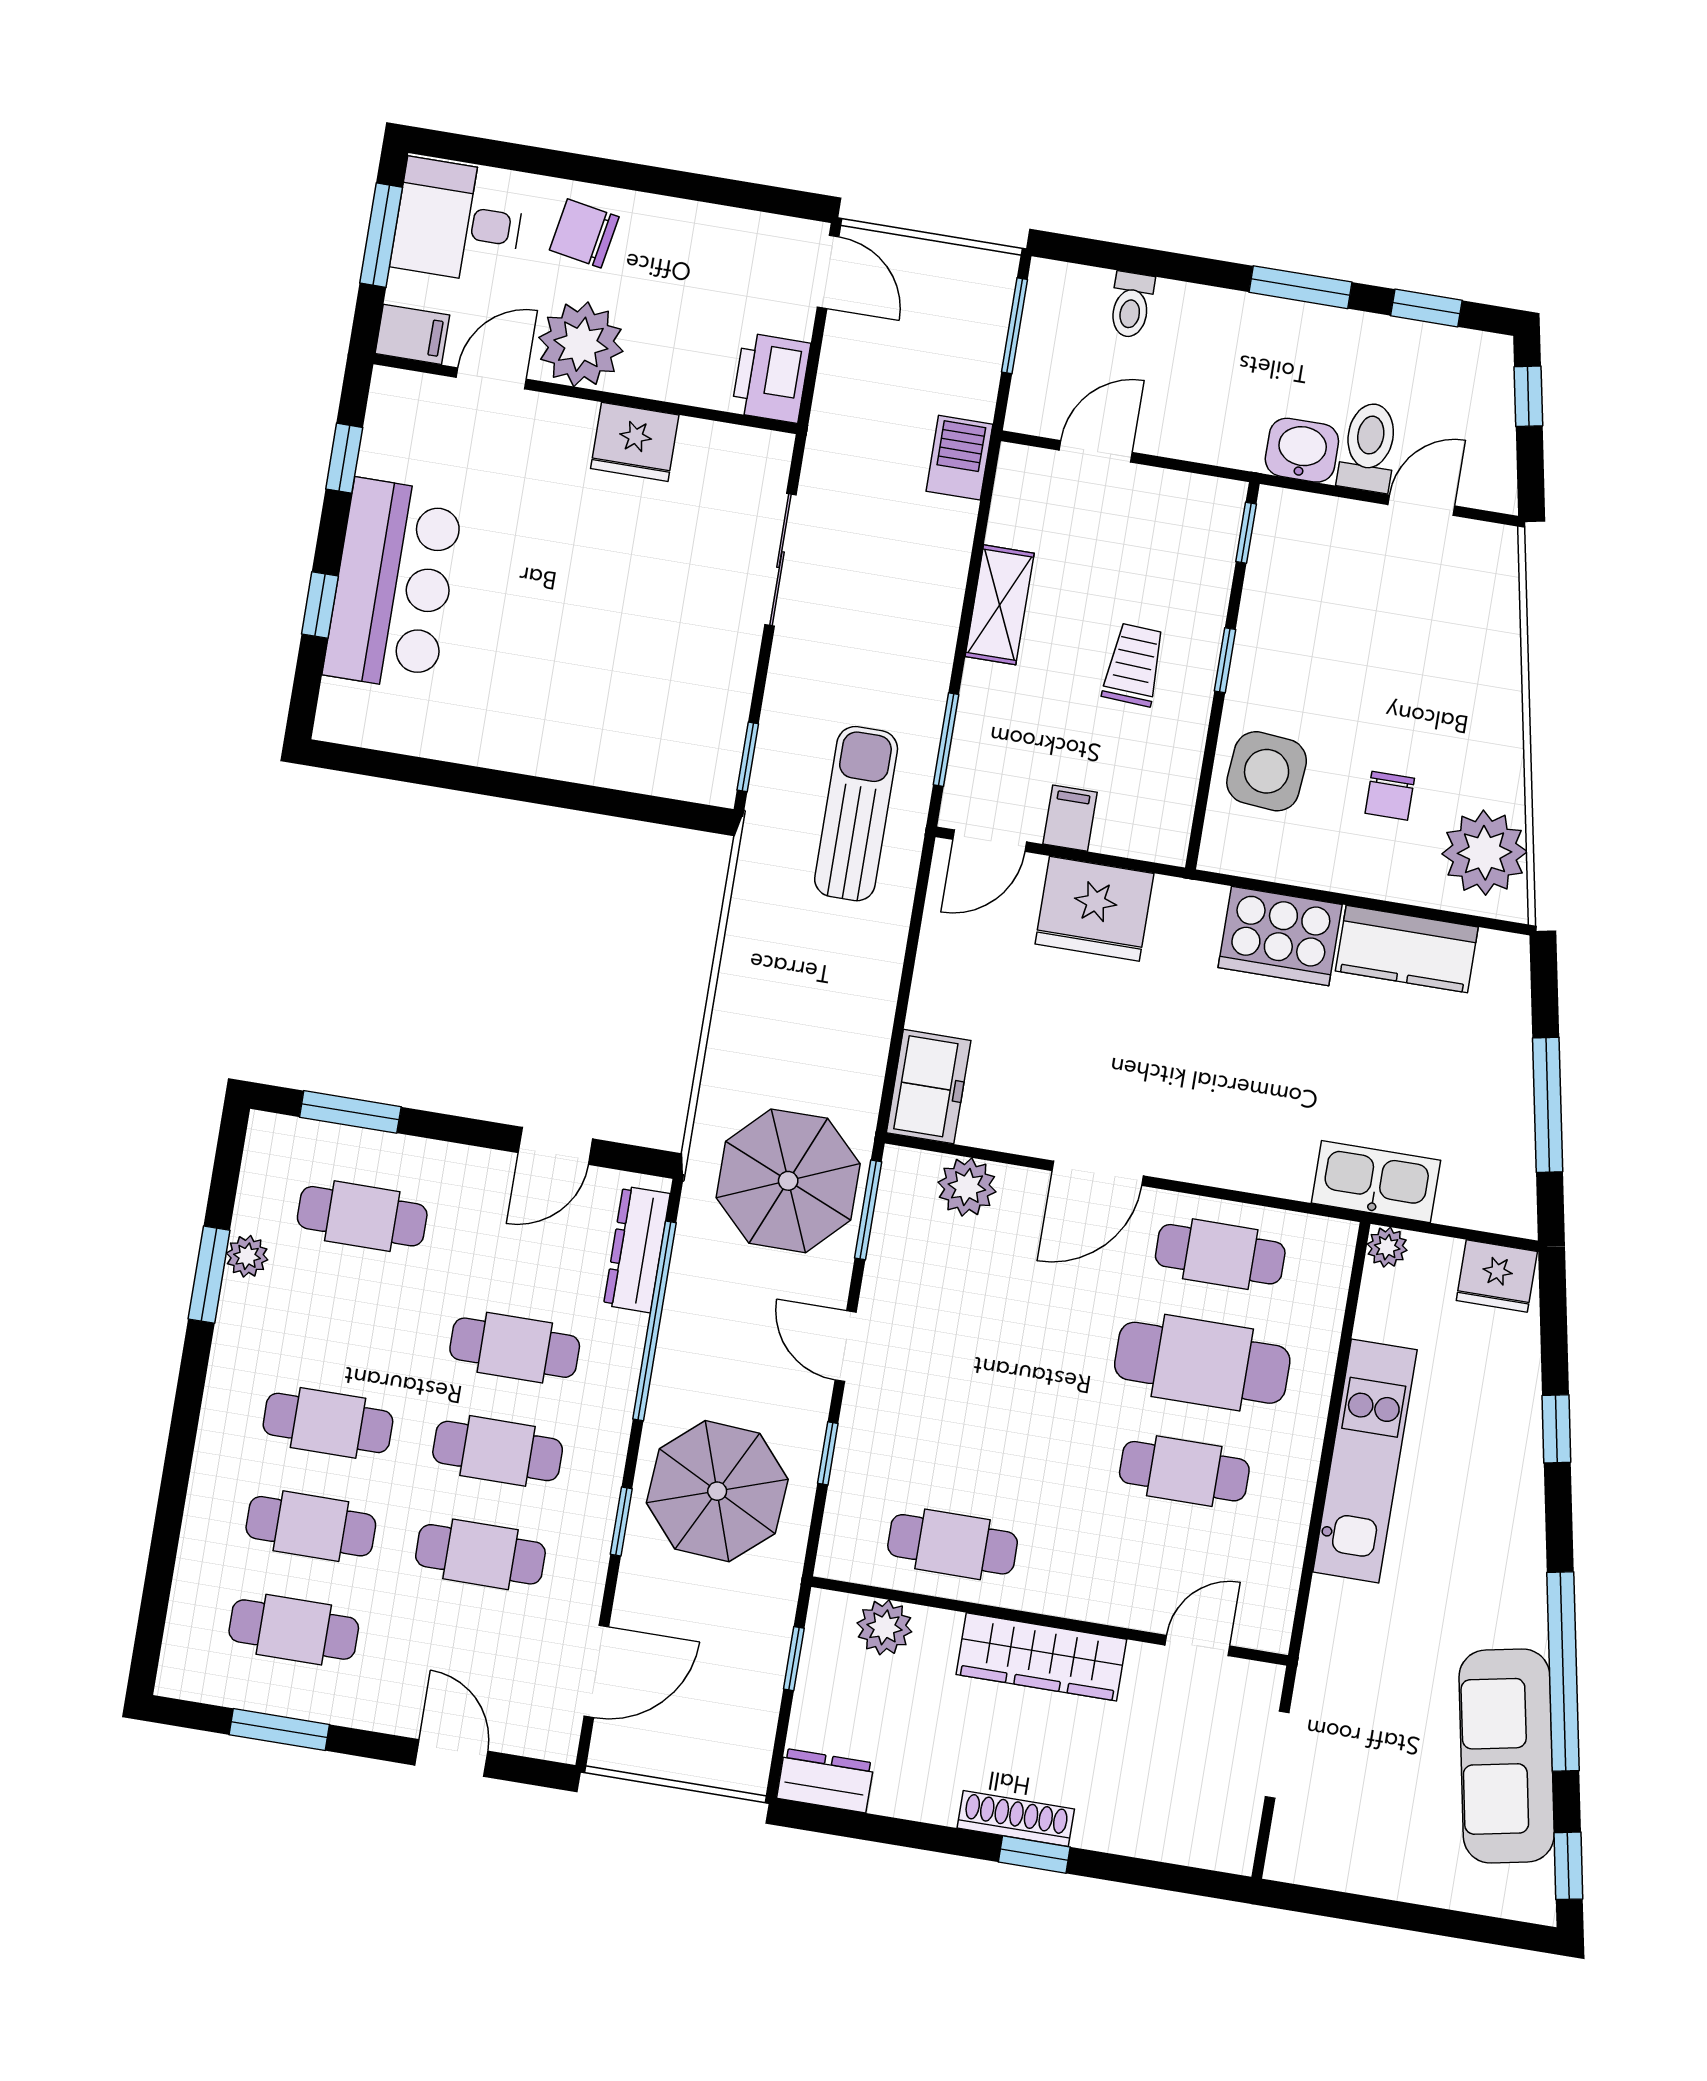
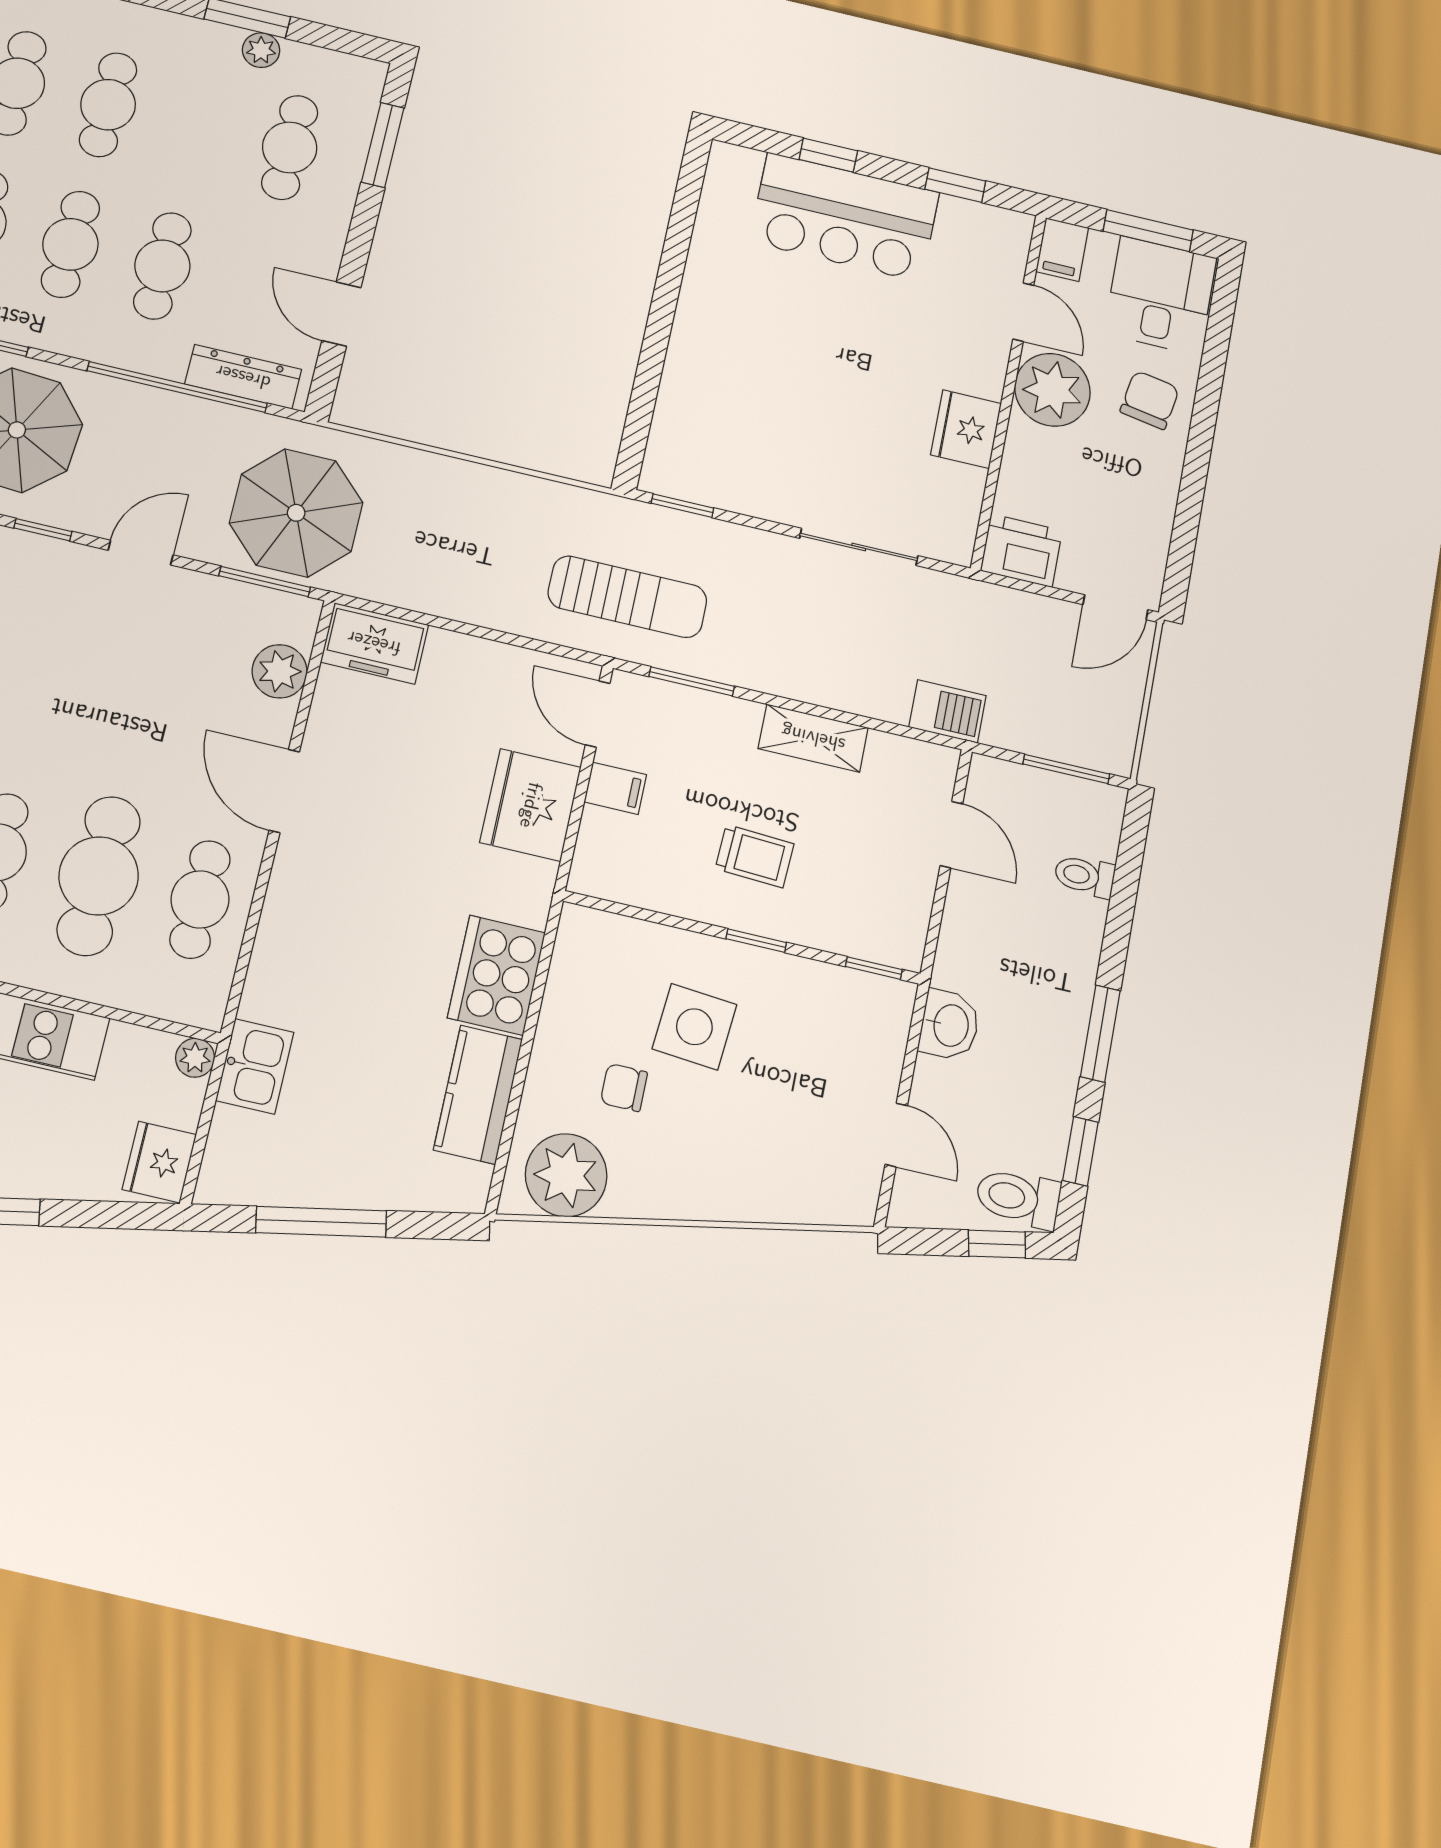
toilet: (1369, 447) -> (1018, 1198), moved, turned 180
side table: (1267, 771) -> (694, 1027), moved
kitchen sink: (1376, 1182) -> (255, 1066), width x0.73

